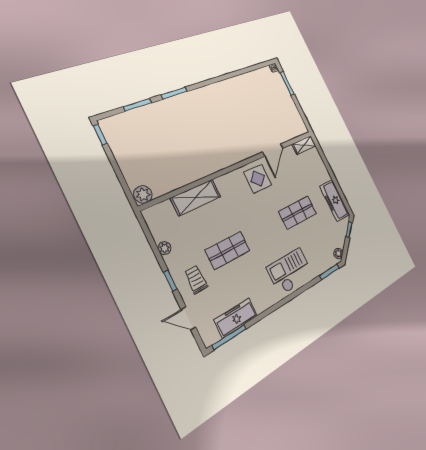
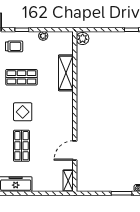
door: (273, 150) -> (75, 151), hinge flipped
display table: (258, 179) -> (23, 112), moved
shop shelf: (228, 250) -> (21, 77), turned 90

